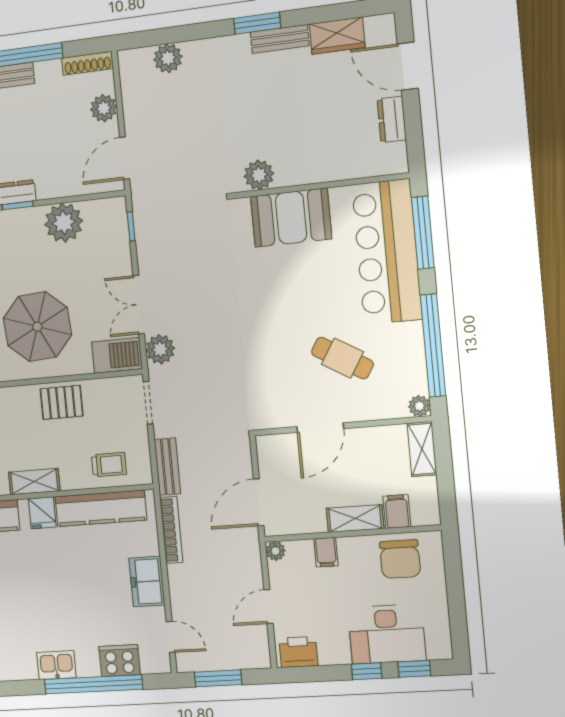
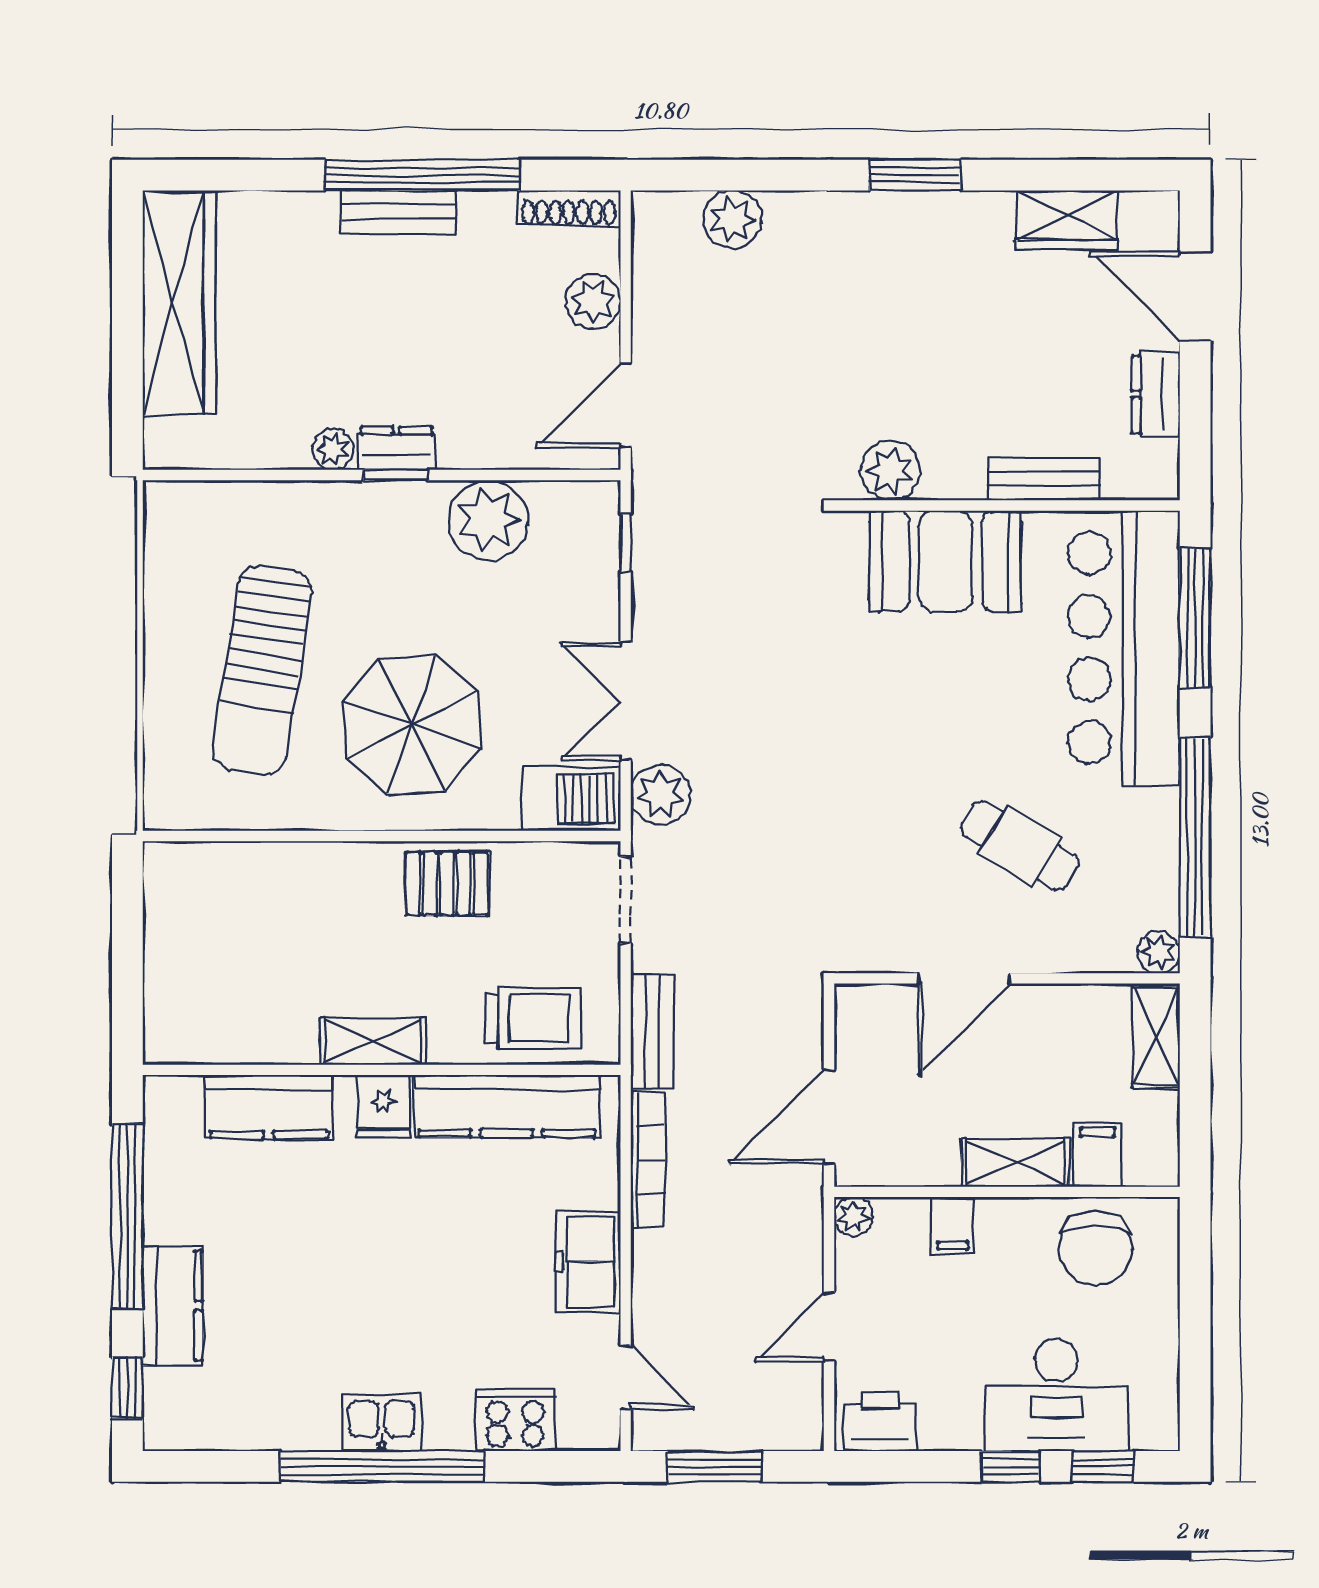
bench: (280, 39) -> (1043, 479), moved
trolley: (109, 465) -> (533, 1018), width x1.36, depth x1.39
window: (93, 684) -> (382, 1466), moved

